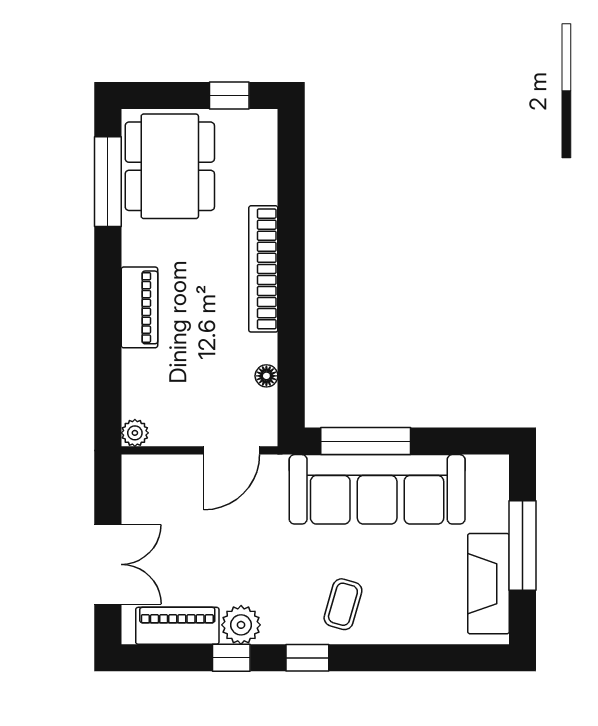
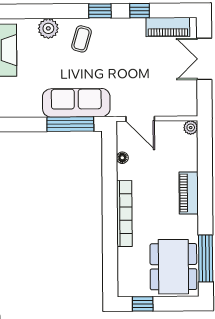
door: (232, 450) -> (140, 119), swing flipped
sofa: (377, 489) -> (76, 103), width x0.74, depth x0.79
plant: (241, 625) -> (48, 28), moved

